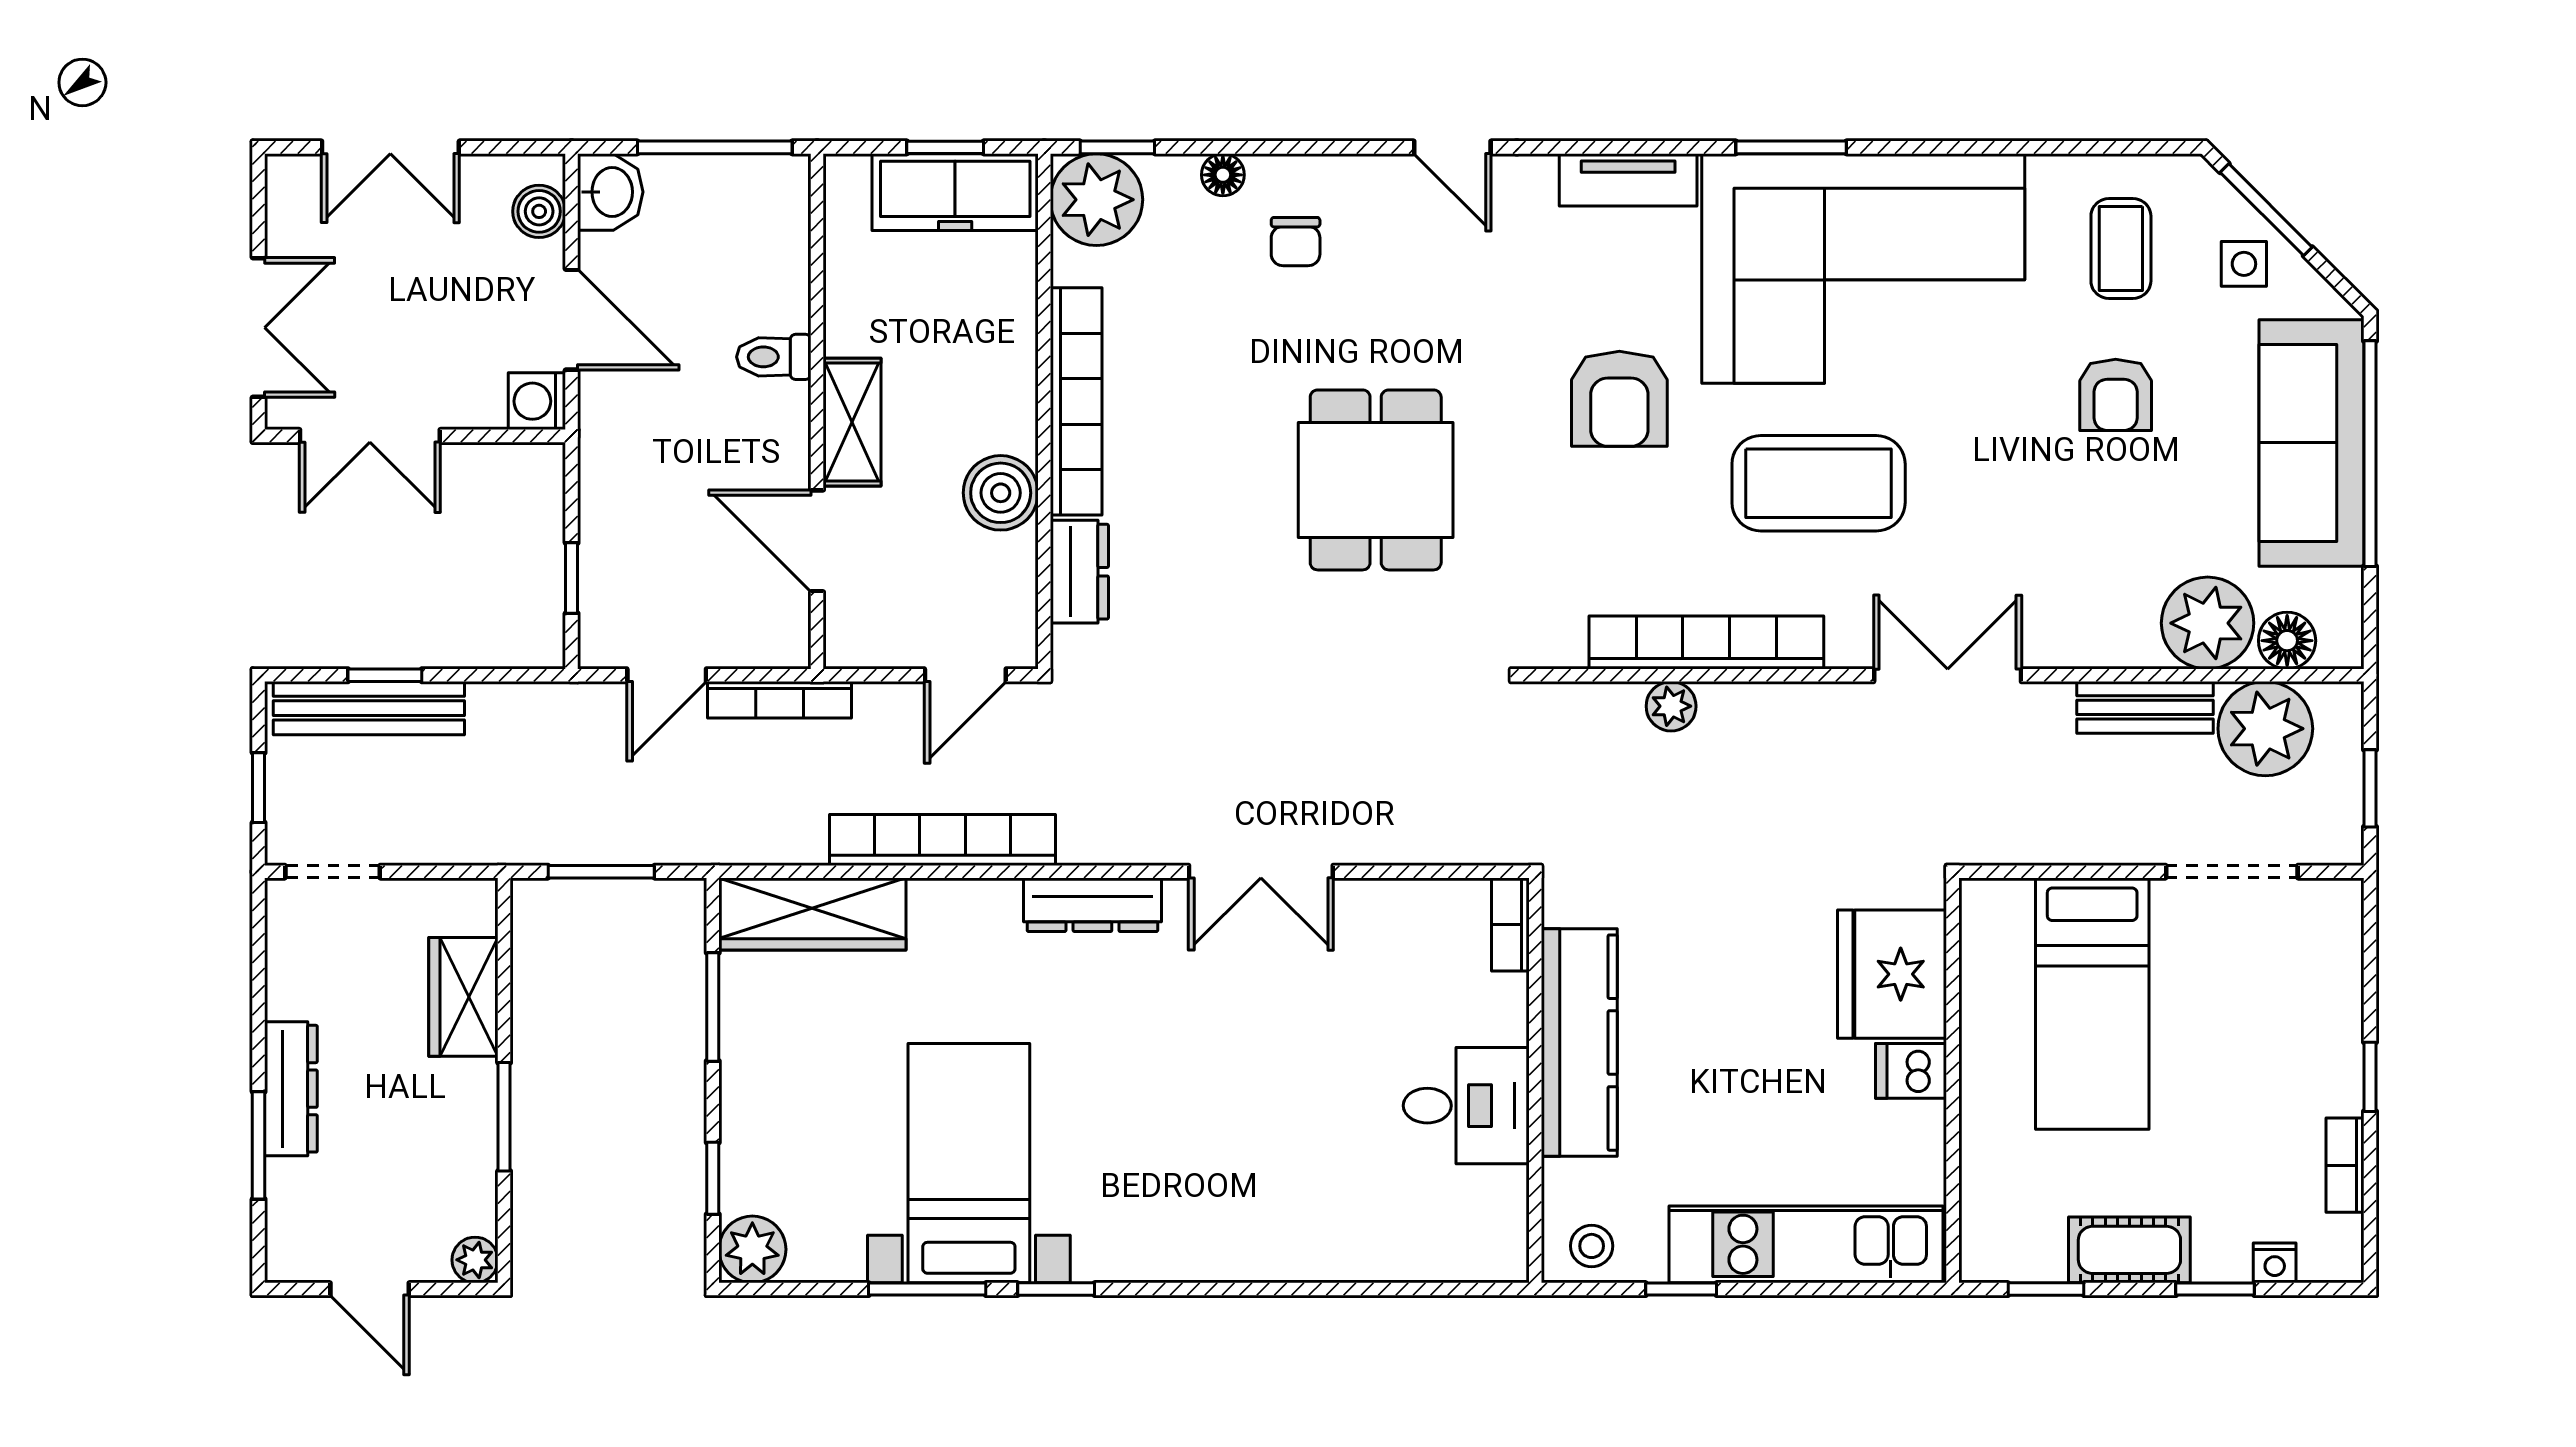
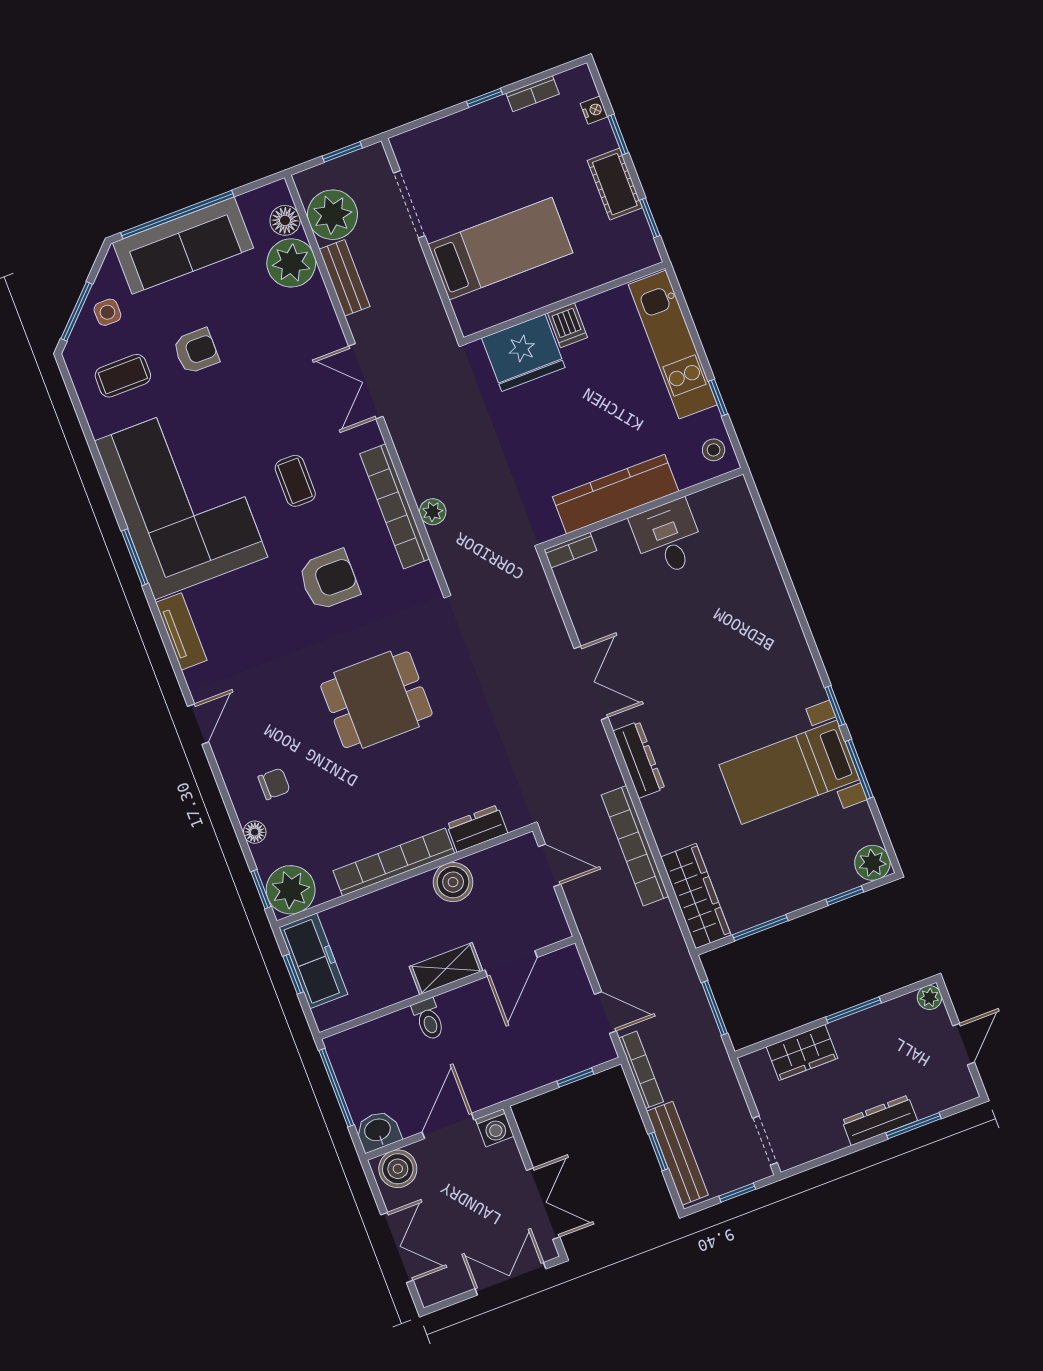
boiler: (539, 211) -> (398, 1169), width x1.36, depth x1.36
armchair: (1619, 399) -> (329, 580), moved
coffee table: (1819, 483) -> (295, 481), width x0.54, depth x0.58
bookcase: (780, 700) -> (641, 1070), moved

